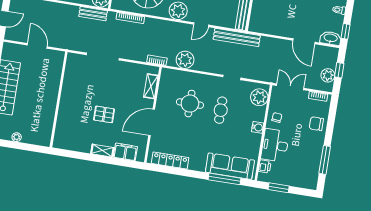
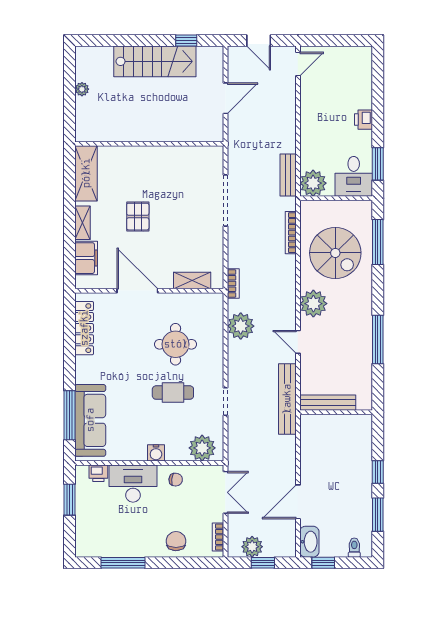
shelving: (71, 143) -> (86, 173), added

